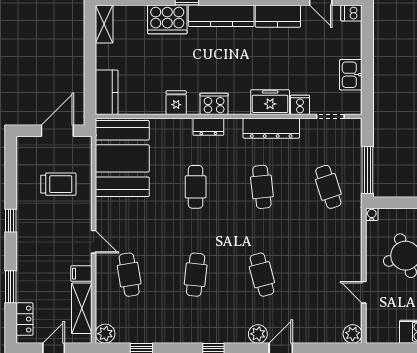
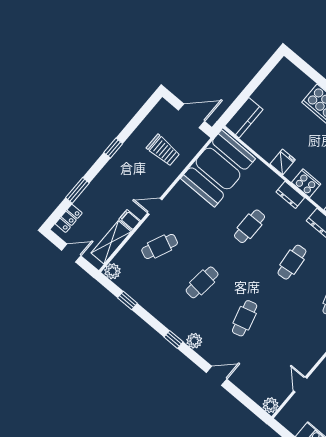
shelving: (104, 24) -> (279, 73), removed
door: (94, 242) -> (155, 206), swing flipped
cafe table: (129, 275) -> (160, 246), turned 33
plant: (258, 334) -> (194, 341), moved

